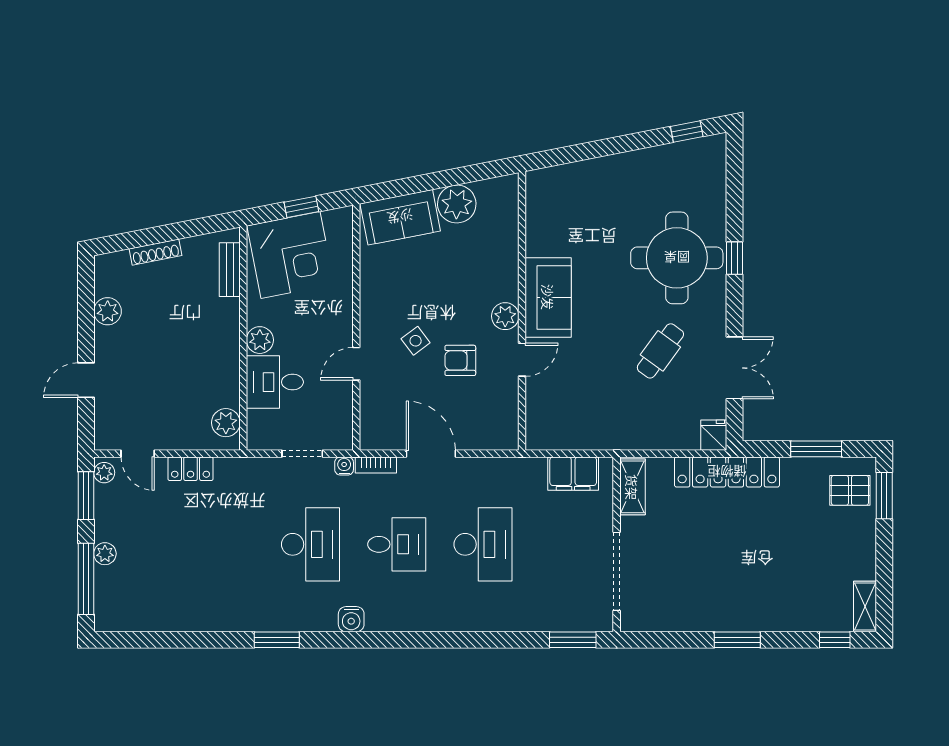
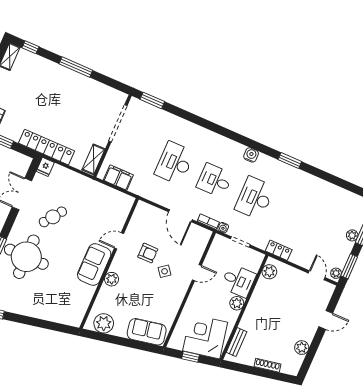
plant: (457, 204) -> (104, 323), moved
plant: (505, 316) -> (112, 279), moved
locker: (191, 469) -> (279, 250), moved
window: (737, 640) -> (76, 67), width x1.44

